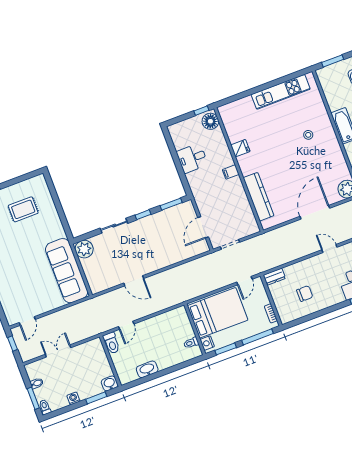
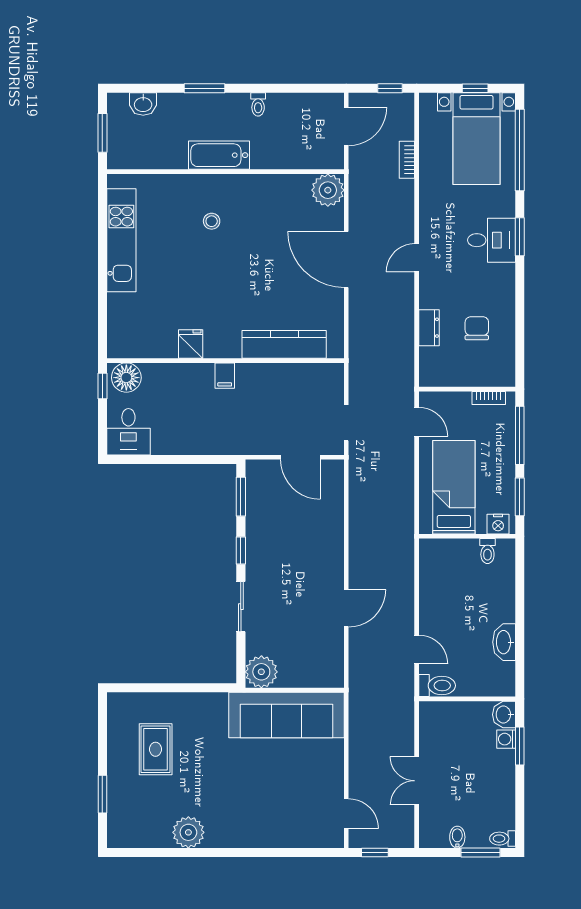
desk: (192, 158) -> (128, 432), moved
dresser: (274, 277) -> (429, 328), moved
bed: (218, 313) -> (454, 487), width x0.67
washing machine: (73, 398) -> (506, 739), moved

